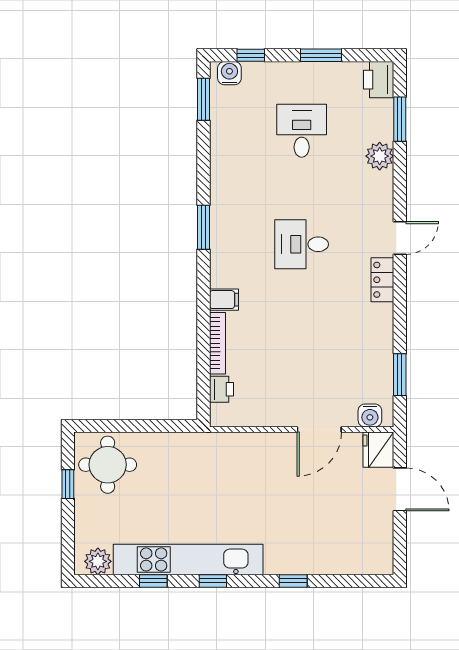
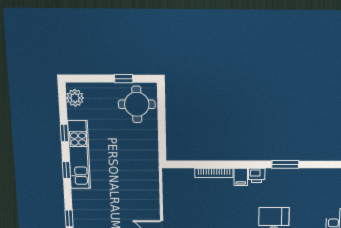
printer: (222, 389) -> (257, 175), moved
kitchen unit: (188, 559) -> (79, 155), width x0.73

